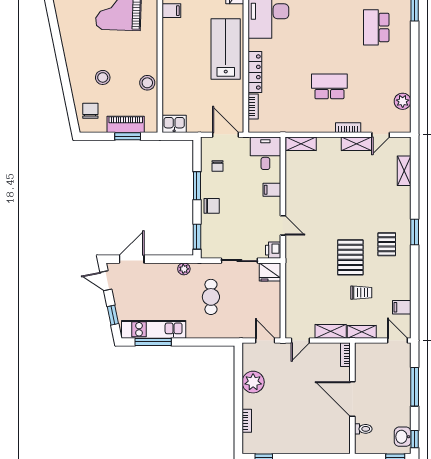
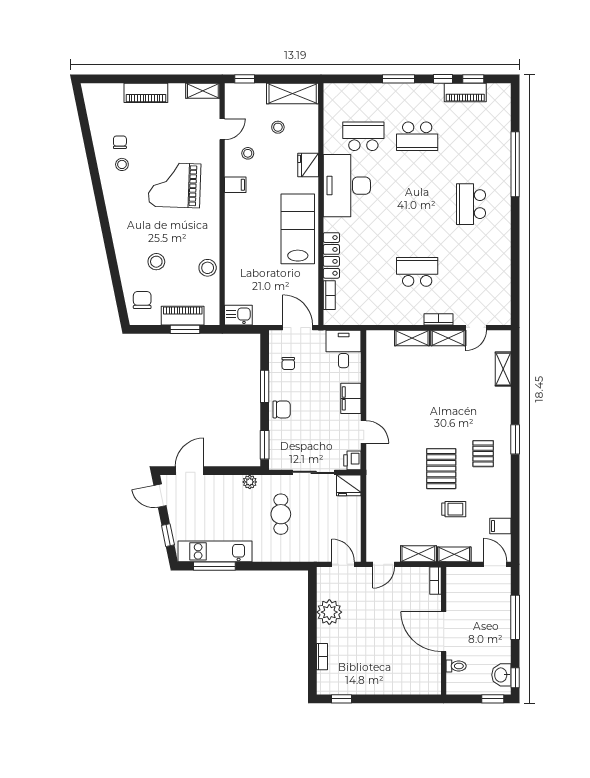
plant: (403, 101) -> (501, 289), removed
shelving: (301, 144) -> (412, 338), moved
filing cabinet: (272, 190) -> (351, 398), width x2.00

